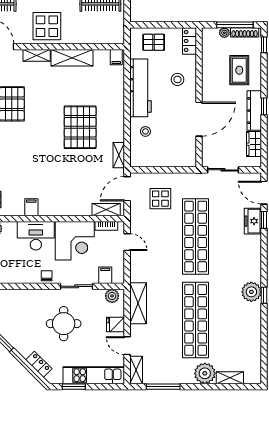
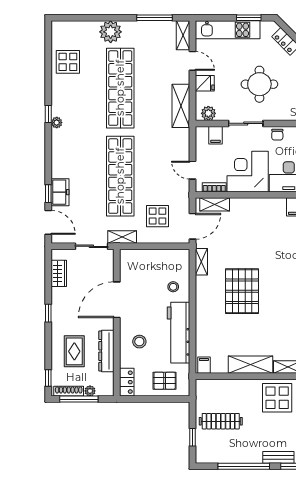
dresser: (254, 111) -> (106, 351), moved, turned 180
plant: (251, 292) -> (57, 123), width x0.53, depth x0.53
display table: (245, 345) -> (68, 62), added
shelving: (230, 378) -> (122, 237), moved

